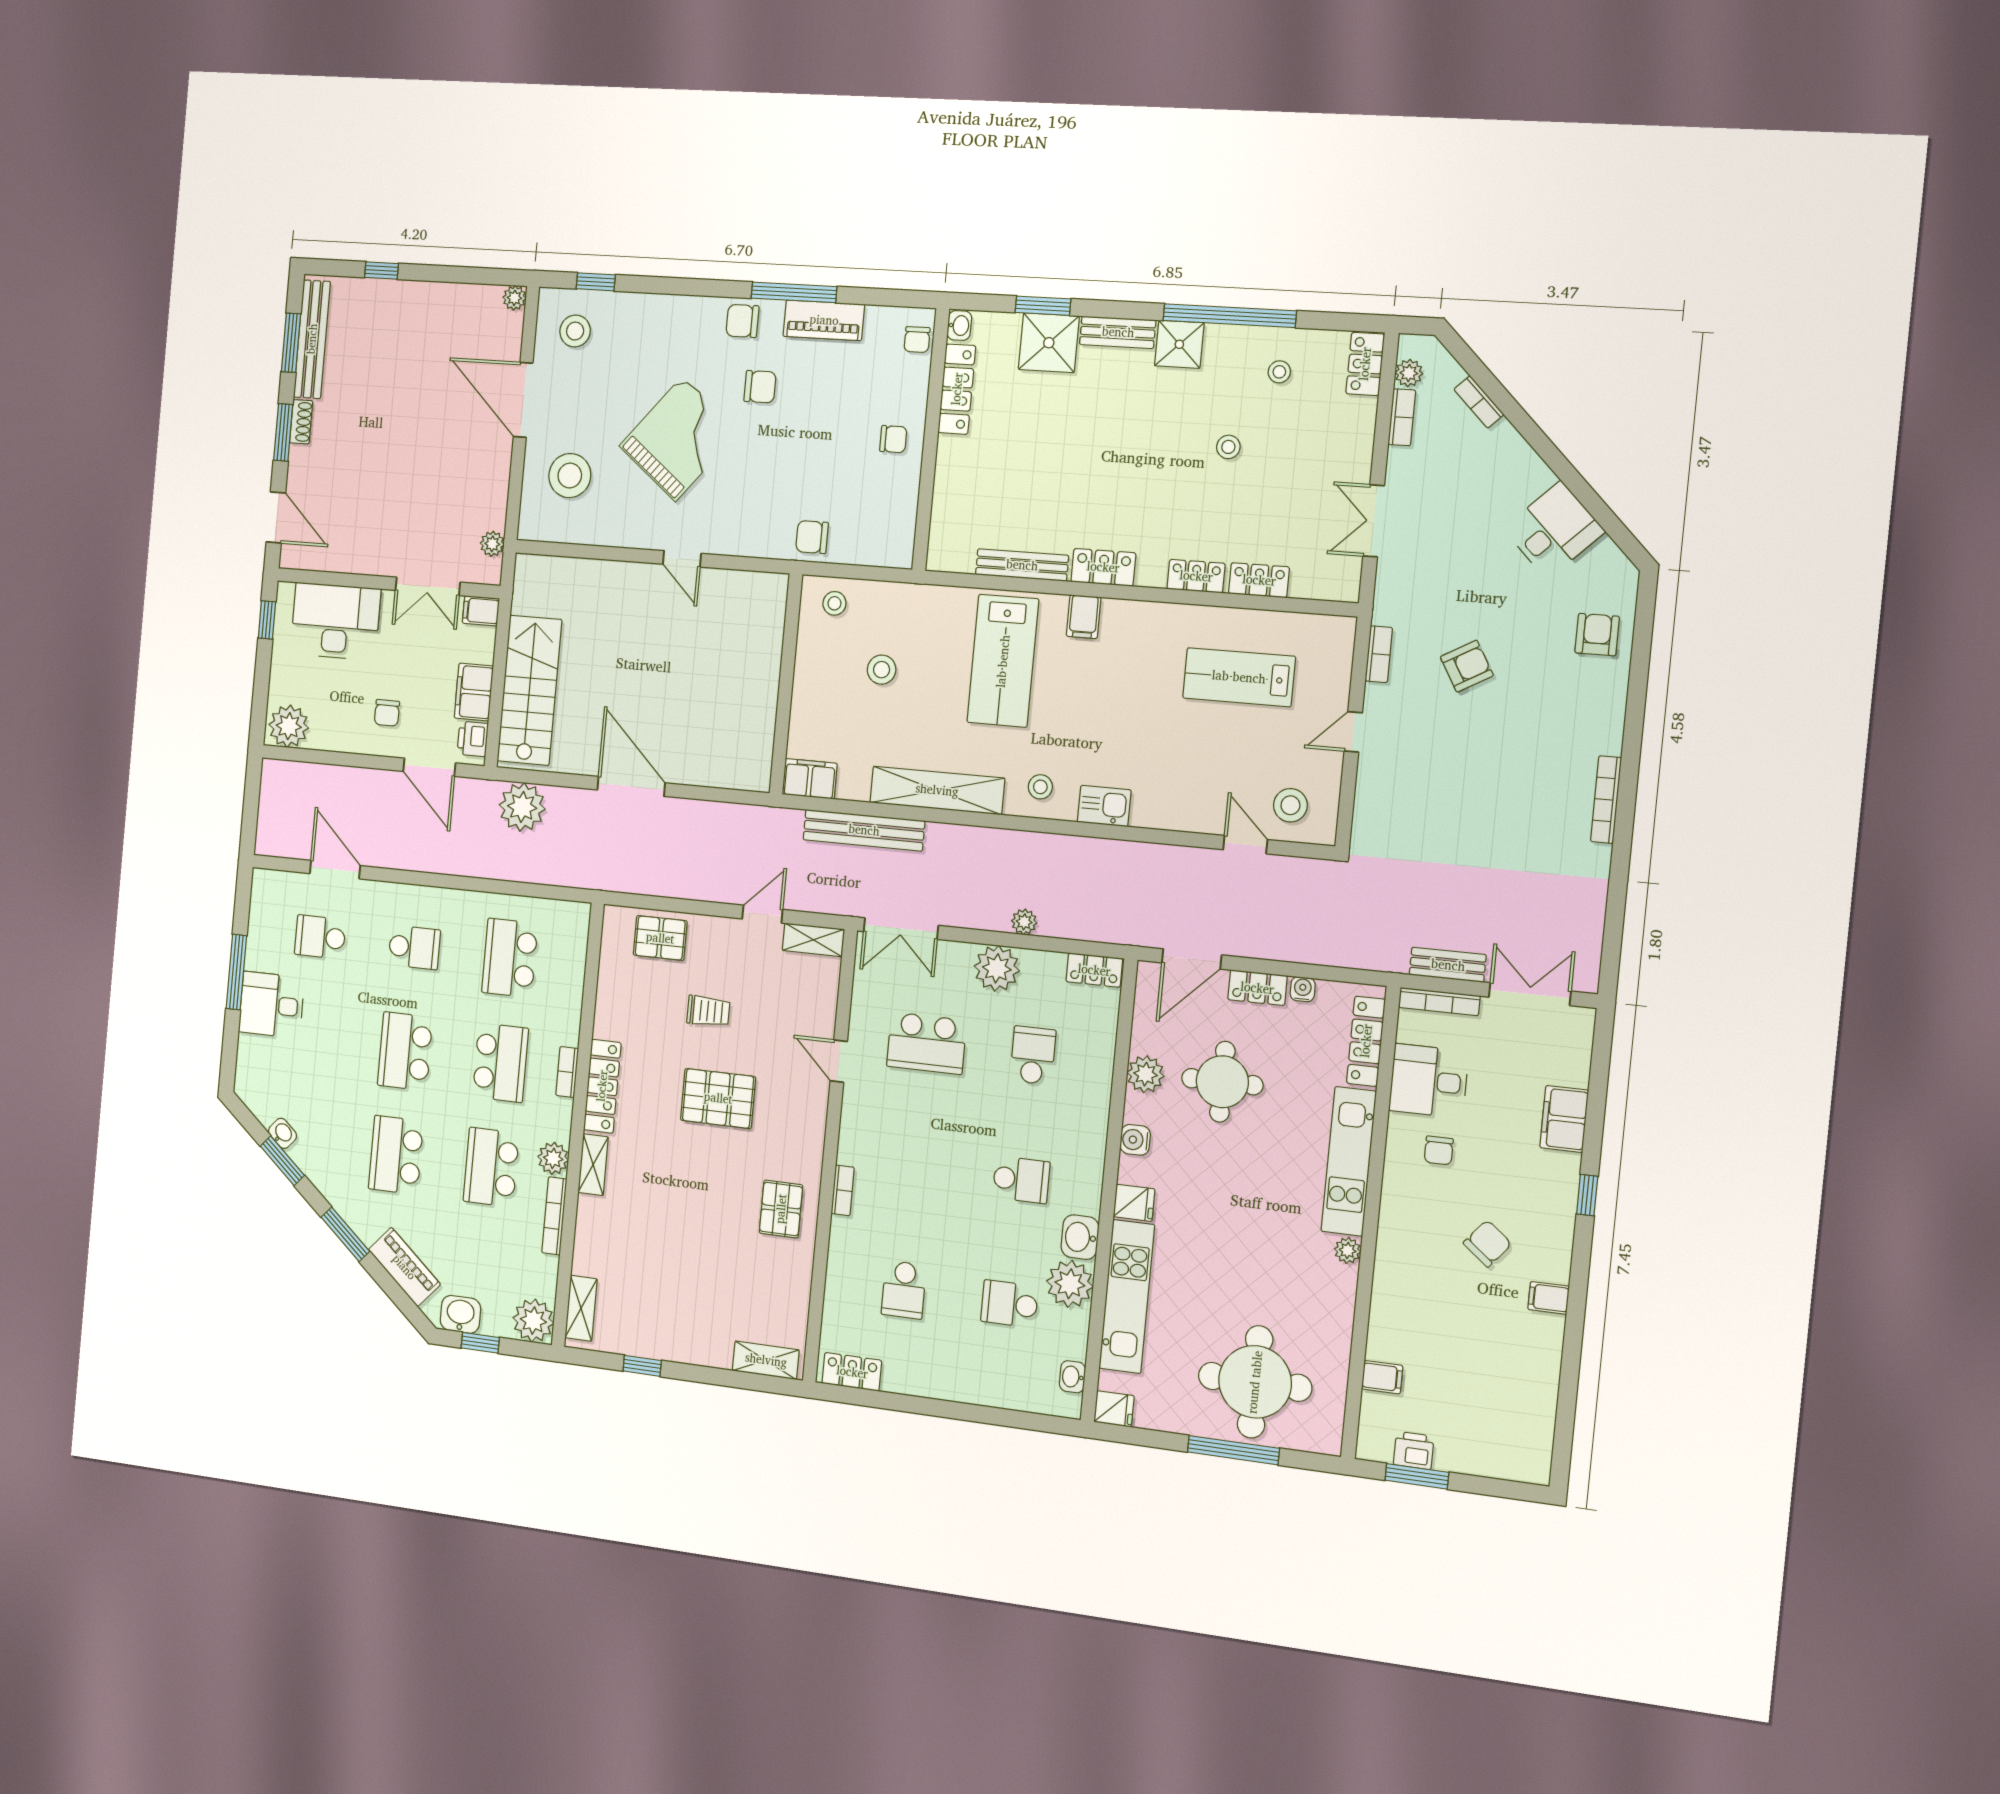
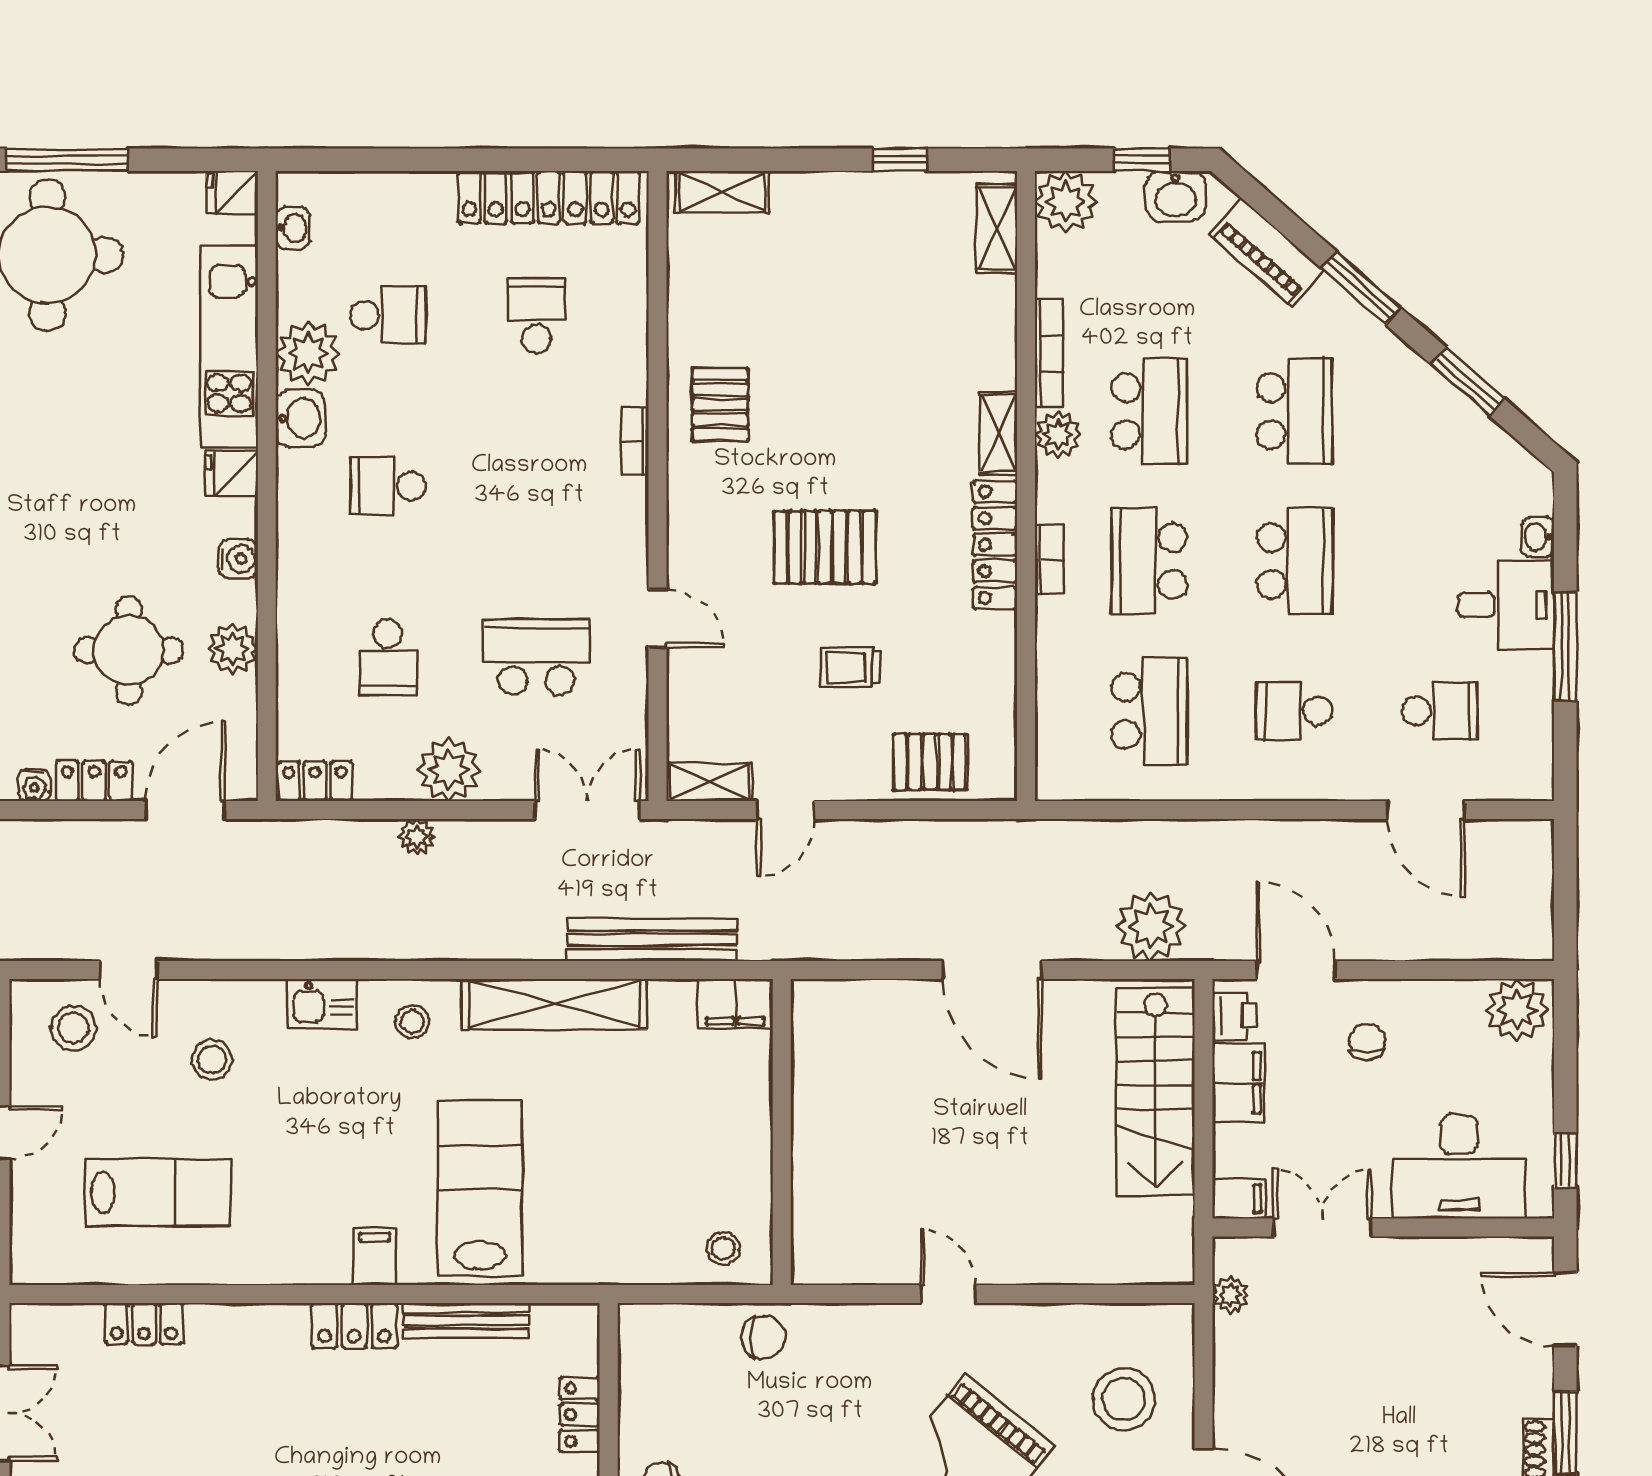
locker: (1196, 576) -> (580, 1415), moved, turned 90
stool: (882, 670) -> (212, 1060), moved
washbasin: (283, 1133) -> (1538, 537), moved, turned 49
locker: (852, 1372) -> (549, 197), width x2.16, depth x1.21

